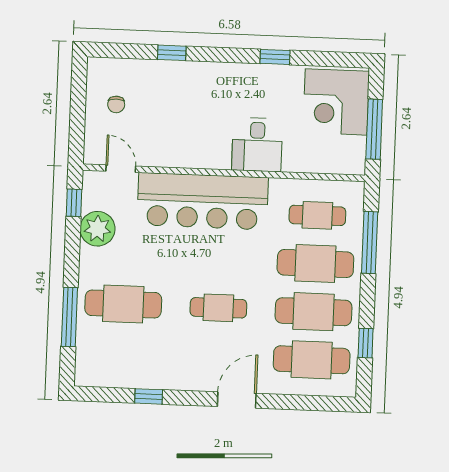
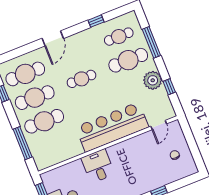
door: (121, 169) -> (159, 125), hinge flipped
window: (74, 203) -> (169, 87), moved
cafe table: (317, 215) -> (119, 37), moved
plant: (97, 229) -> (153, 80), moved

